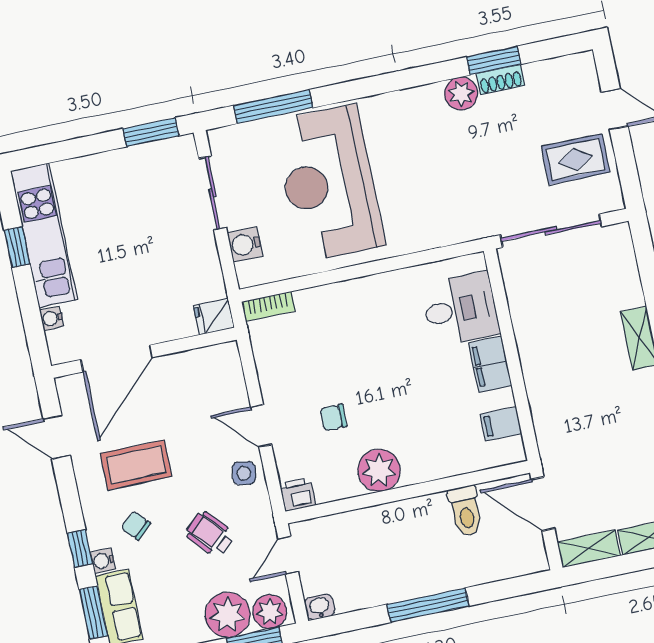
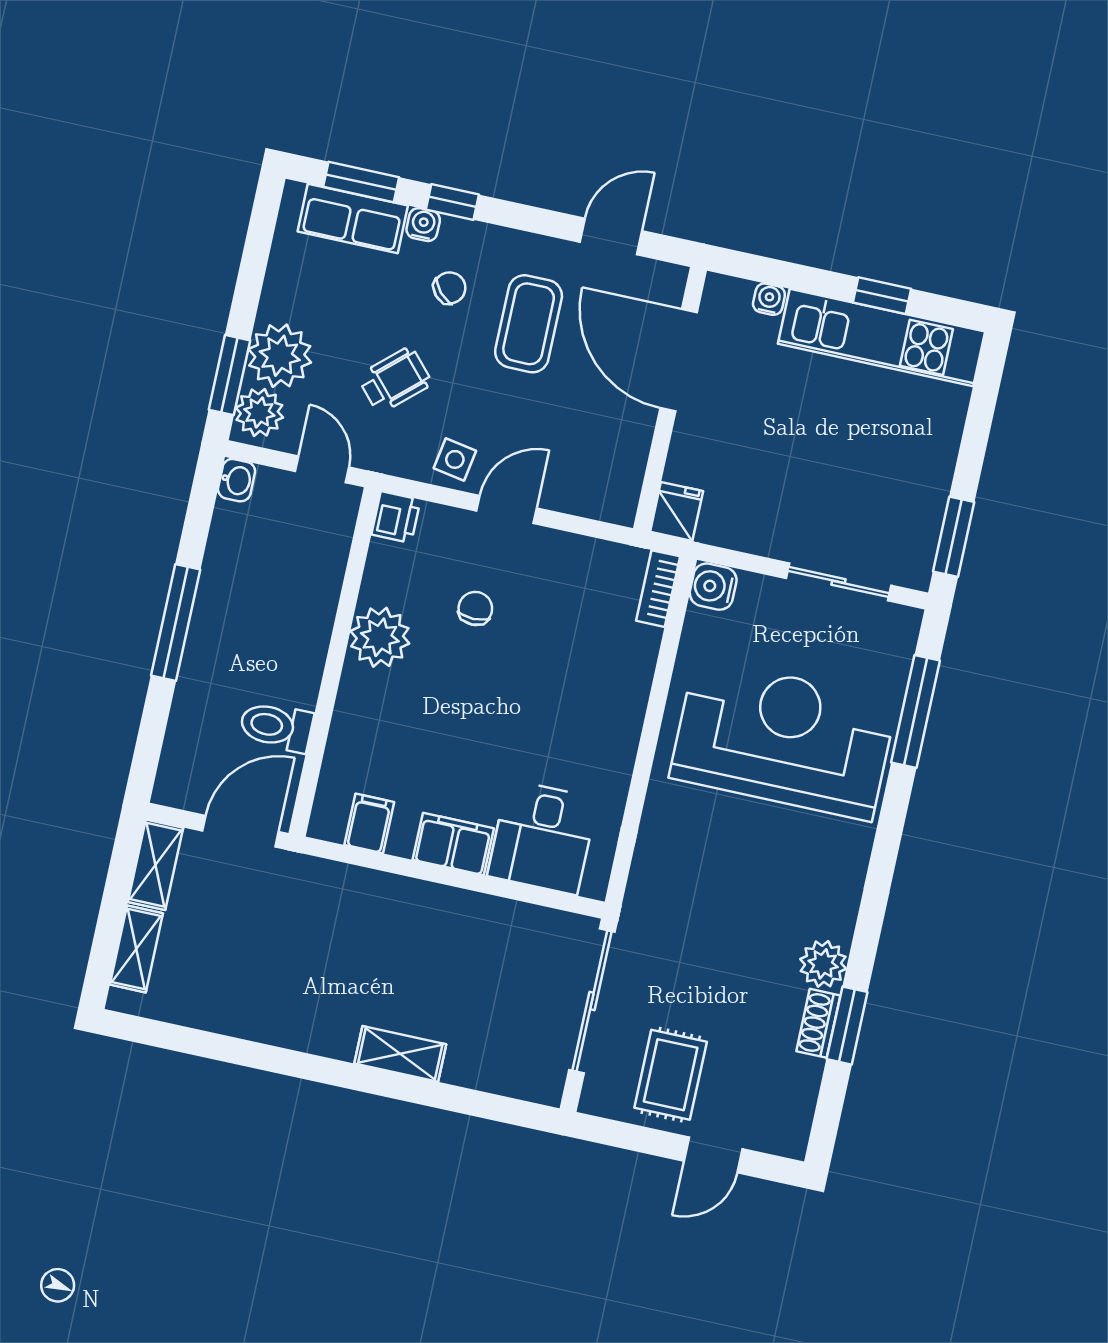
water cooler: (245, 244) -> (713, 587), moved, turned -90

